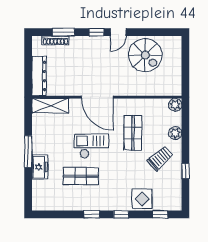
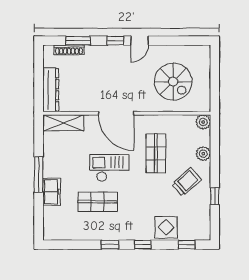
spiral stairs: (145, 55) -> (173, 82), moved

